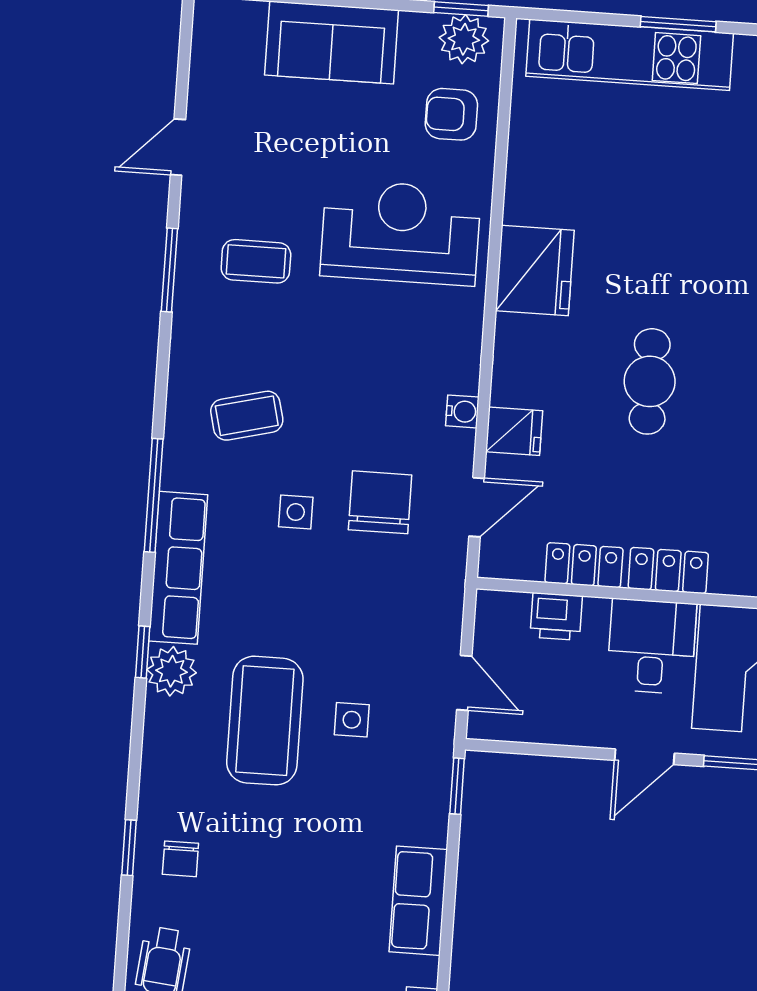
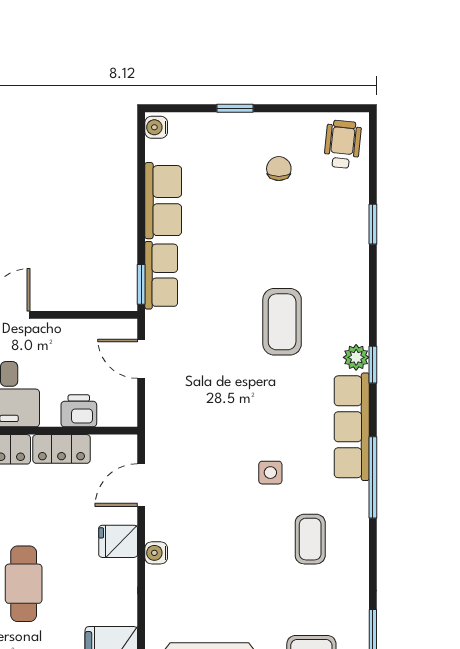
coffee table: (247, 416) -> (310, 539), turned -76
chair: (380, 502) -> (210, 484), removed
plant: (172, 671) -> (356, 357), width x0.73, depth x0.73
side table: (352, 720) -> (220, 327), removed
coffee table: (265, 721) -> (282, 322), width x0.73, depth x0.76
row of seats: (428, 797) -> (161, 275), added
chair: (180, 859) -> (279, 169), moved

